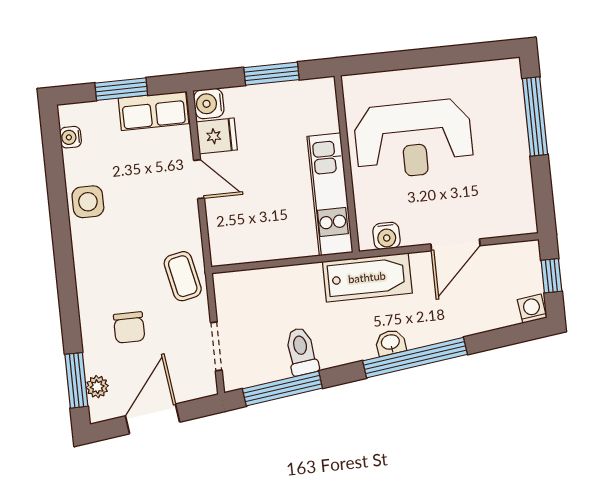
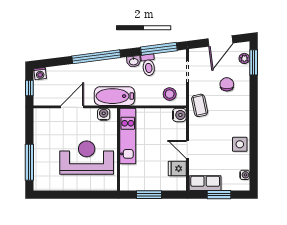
water cooler: (209, 104) -> (179, 115), moved
stool: (249, 294) -> (170, 94), added
washbasin: (391, 343) -> (134, 61), moved

